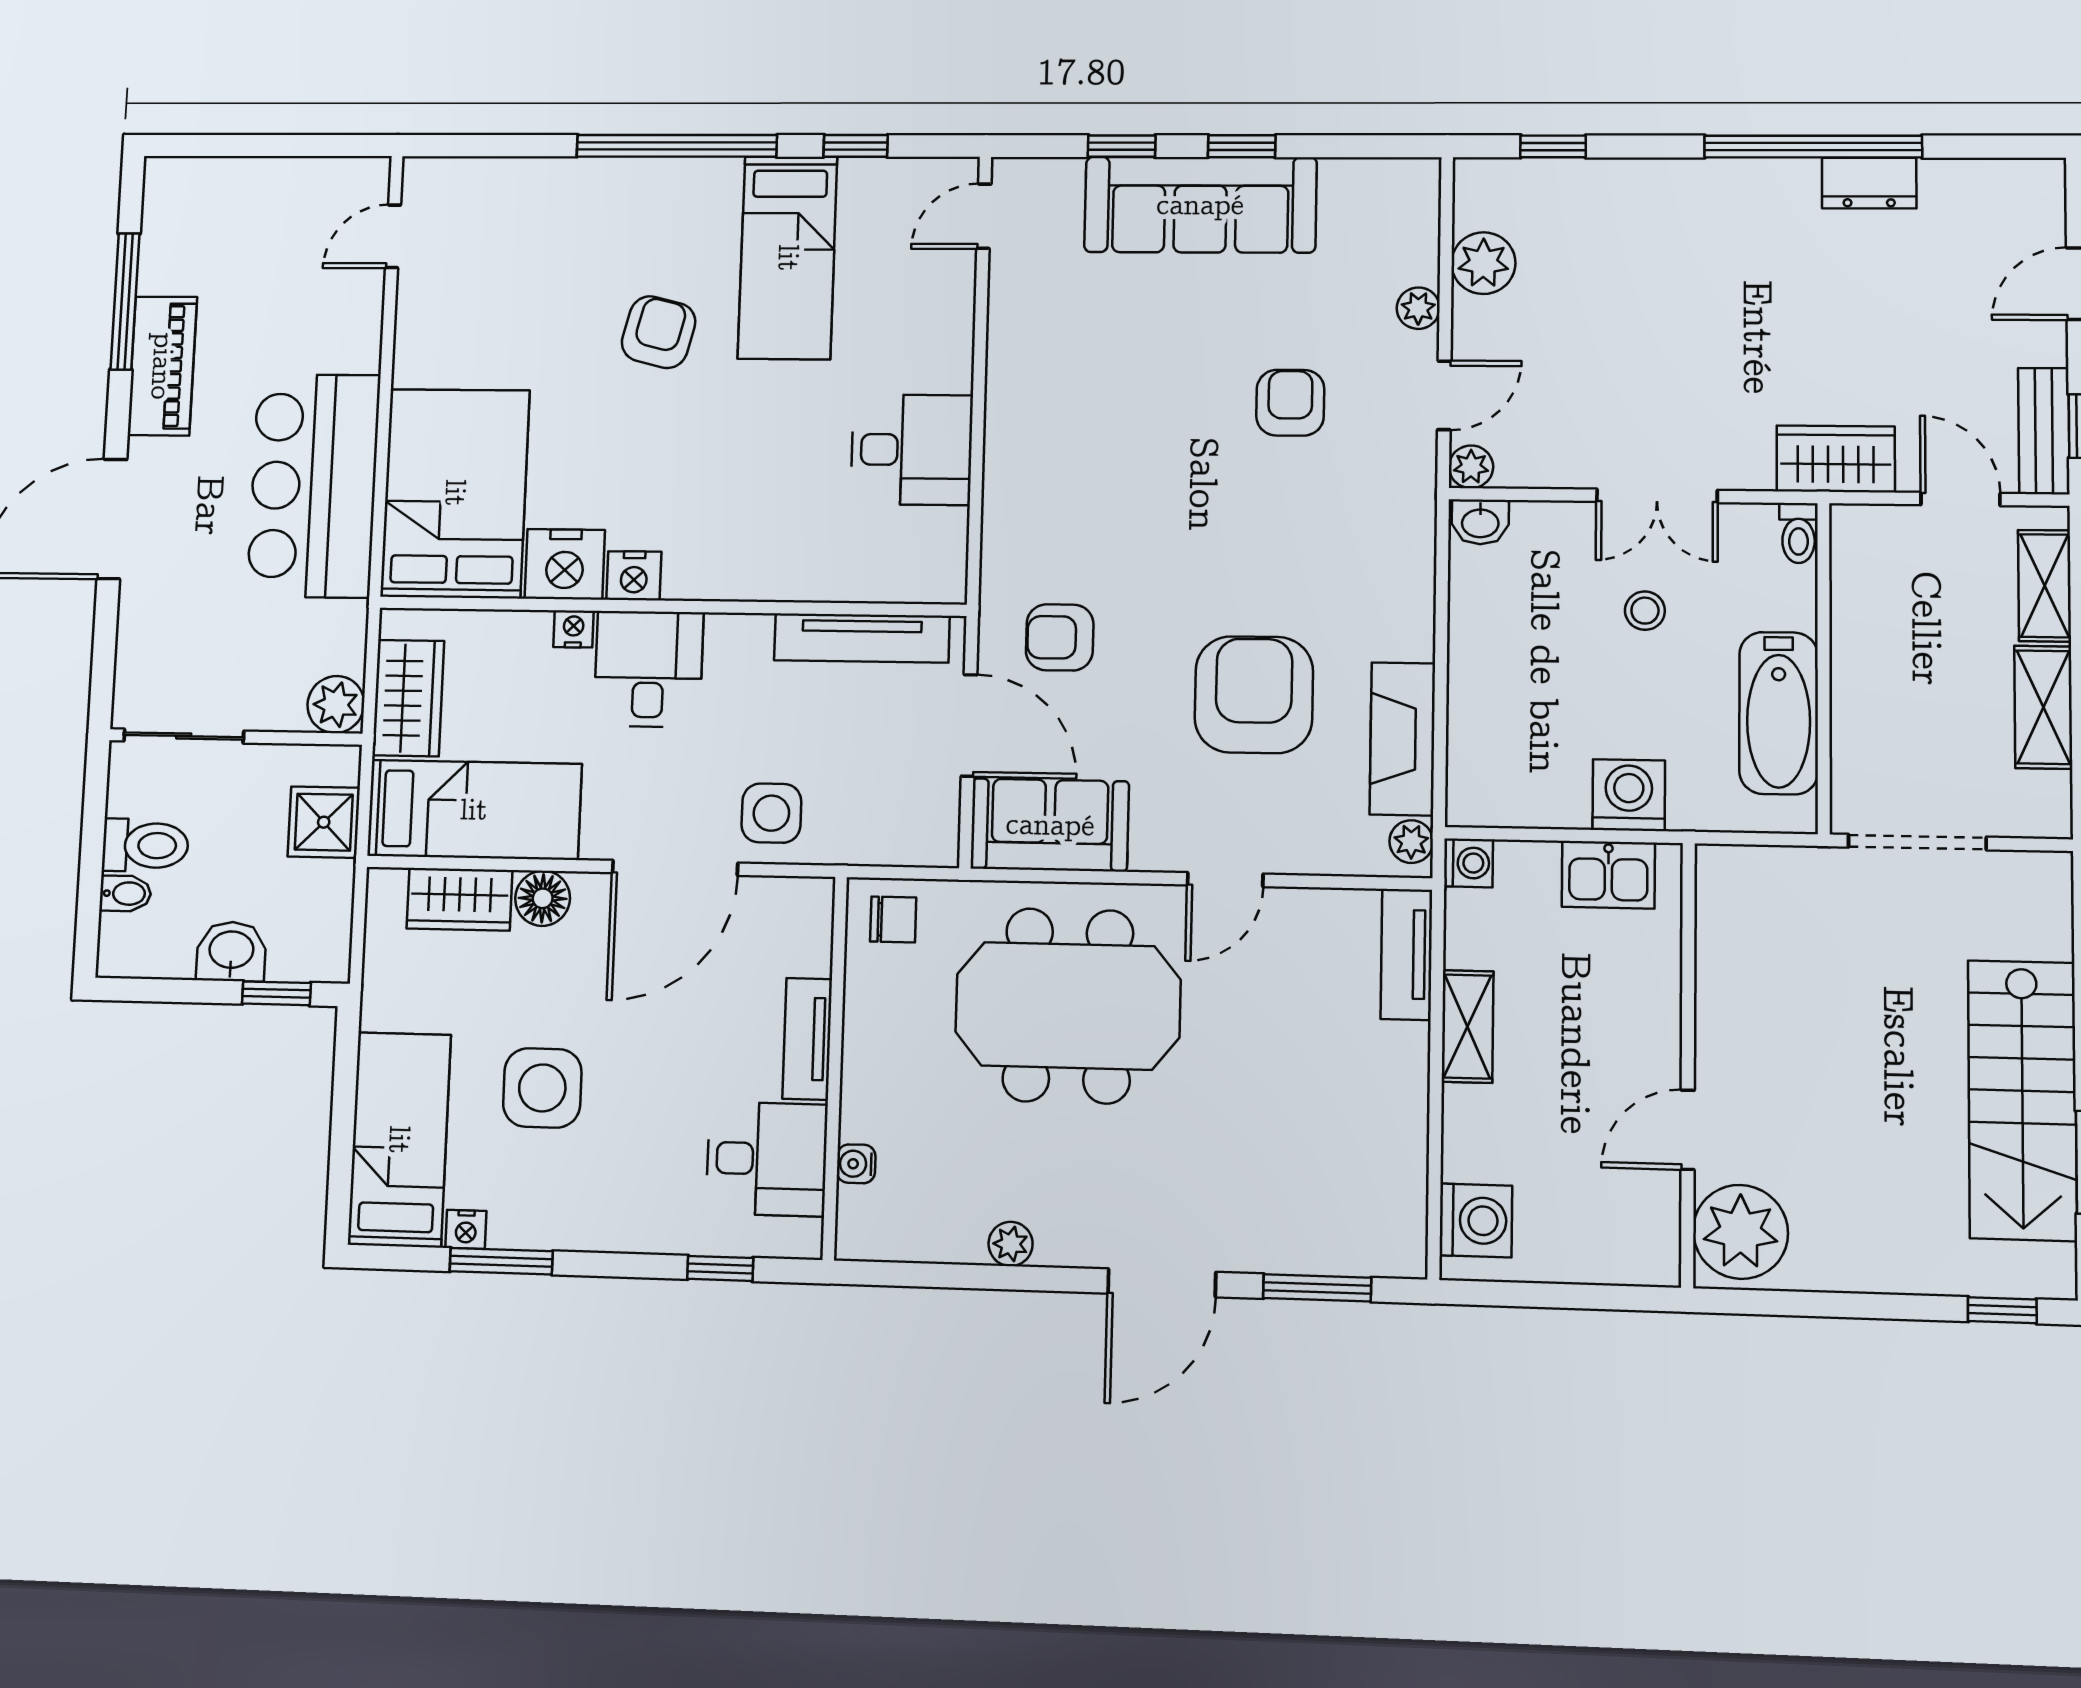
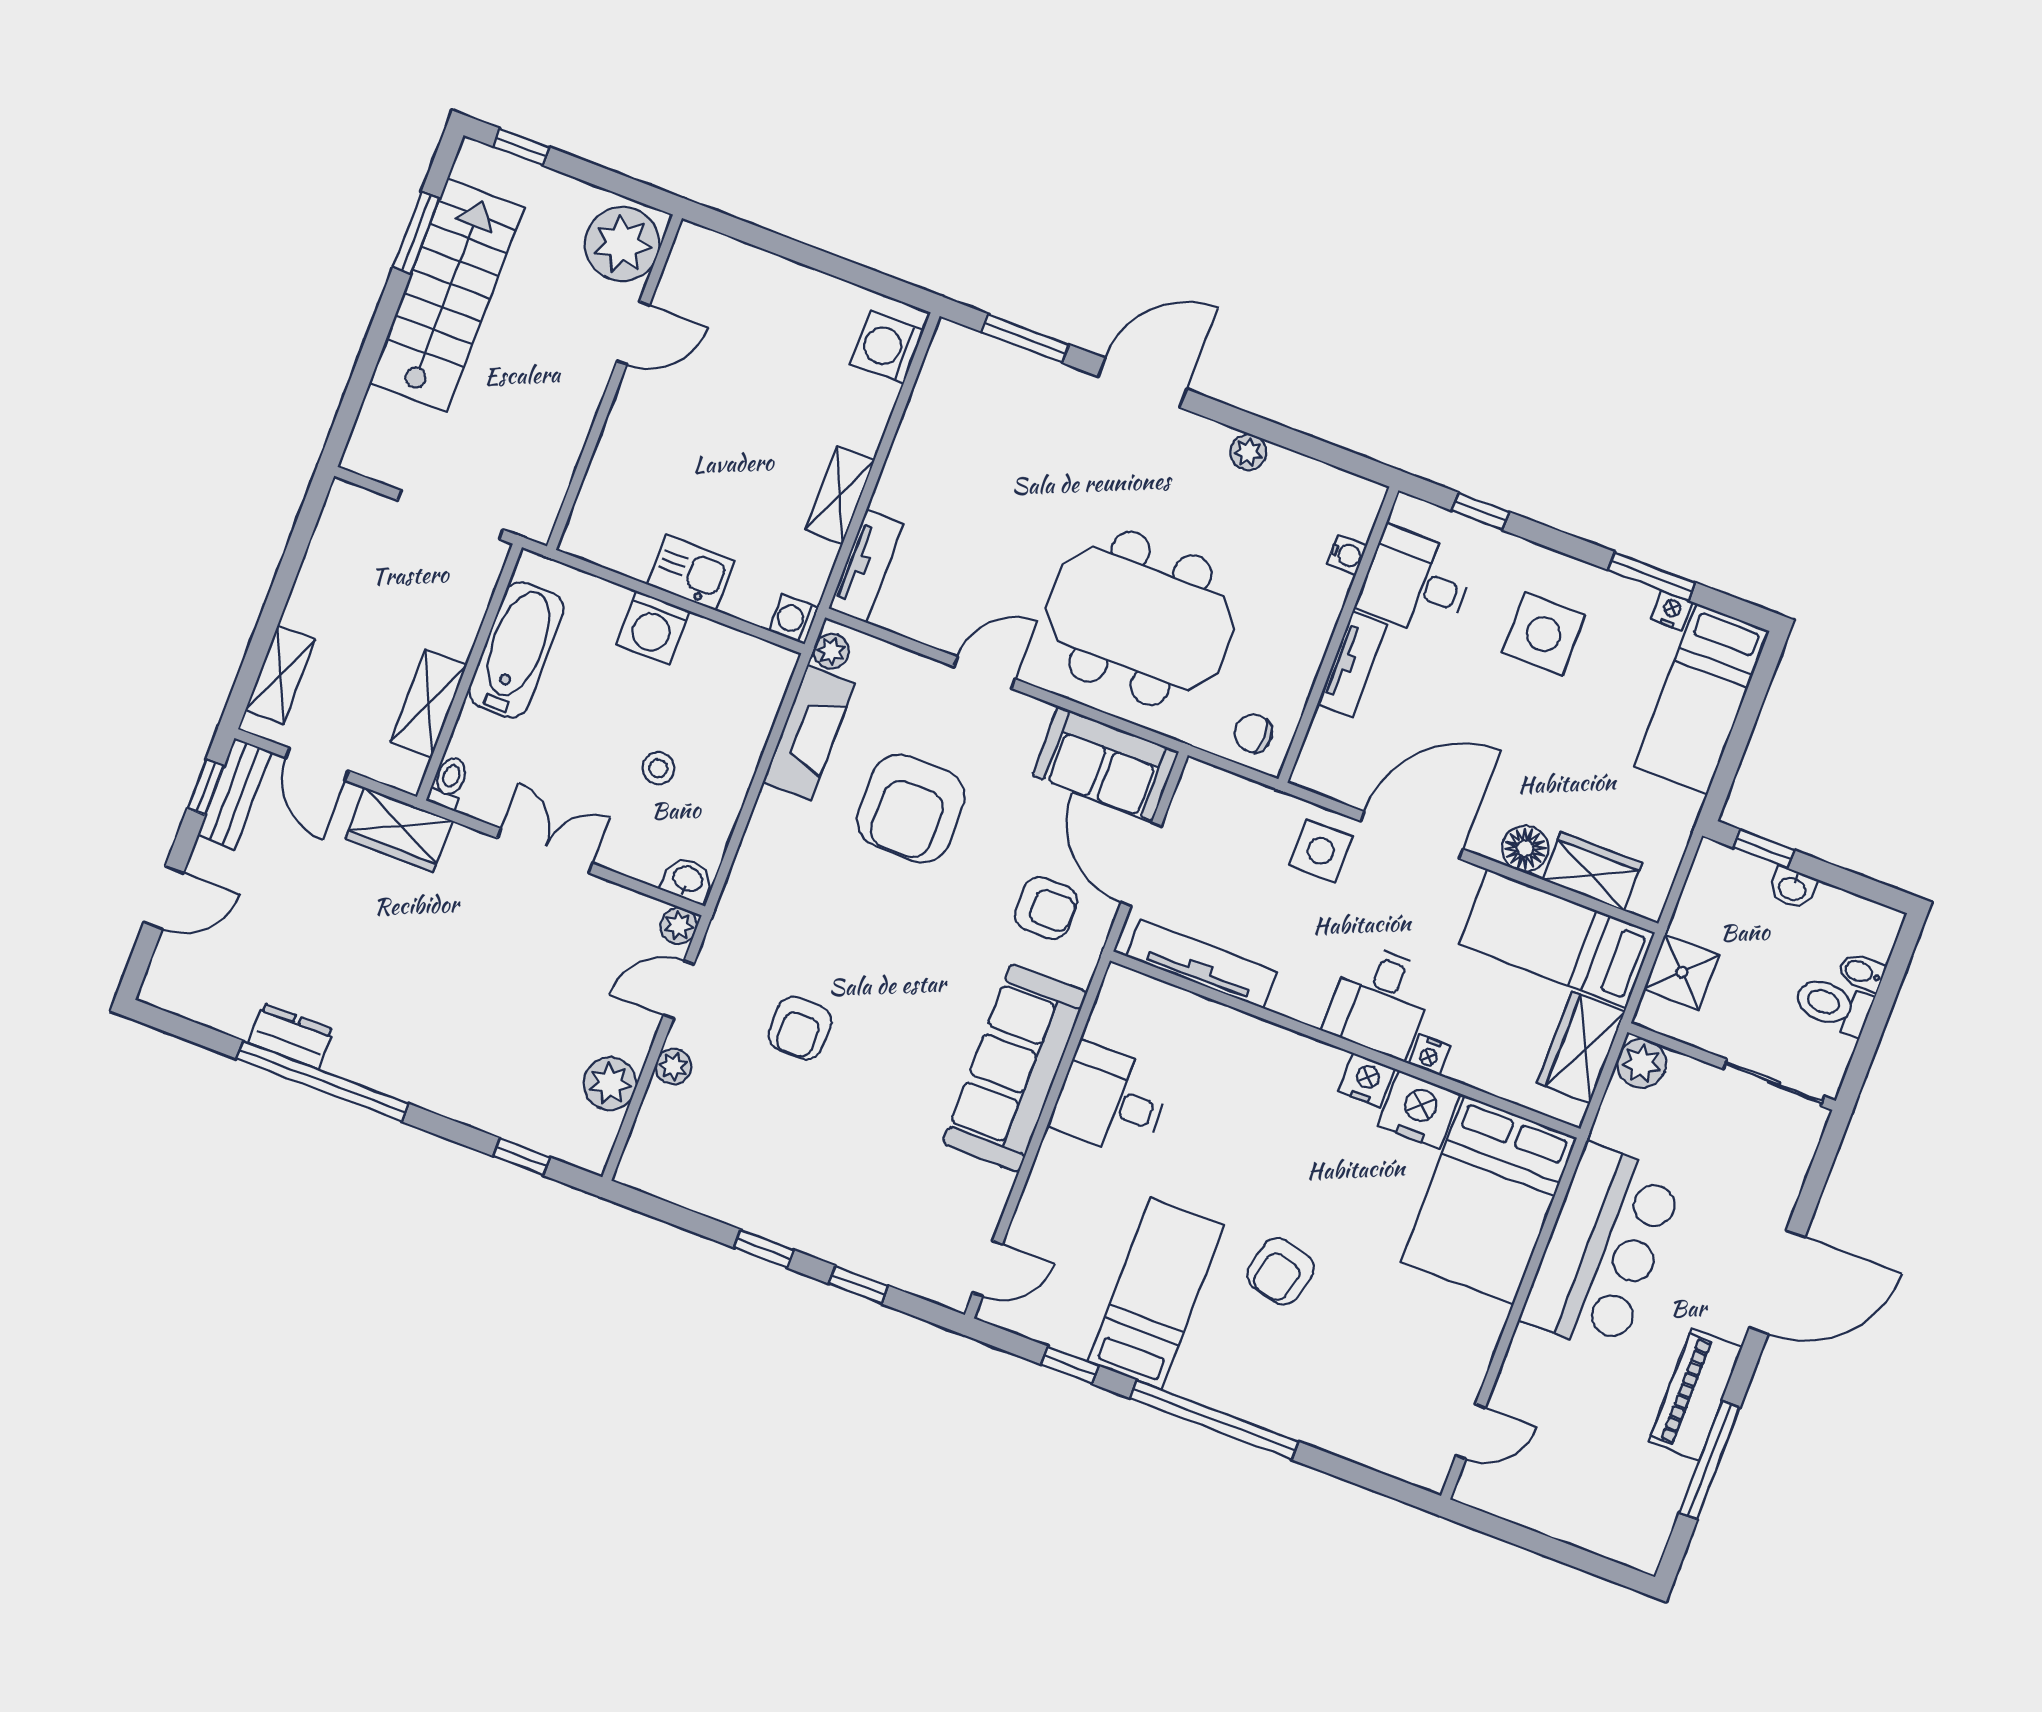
sofa: (1200, 205) -> (1015, 1068), moved, turned -90
stool: (1645, 611) -> (658, 768), moved
shelving: (2043, 707) -> (429, 703), moved
washbasin: (231, 951) -> (1792, 888), width x0.72, depth x0.69
wall: (1688, 1064) -> (614, 382), moved
side table: (542, 1088) -> (1544, 634), moved
door: (1688, 1130) -> (633, 333), moved
plant: (1740, 1232) -> (622, 244), moved

